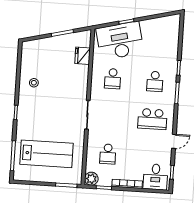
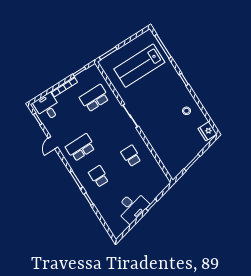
desk: (120, 41) -> (132, 207), moved, width x0.73, depth x0.77
fridge: (83, 56) -> (207, 131), moved, turned 180
school desk: (108, 154) -> (94, 98), width x1.85
plant: (91, 179) -> (93, 71), removed

